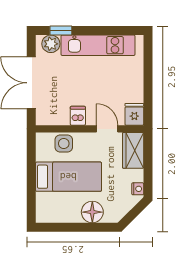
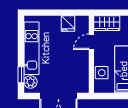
fridge: (134, 114) -> (68, 24), moved, turned -90
dishwasher: (78, 116) -> (82, 63), removed

